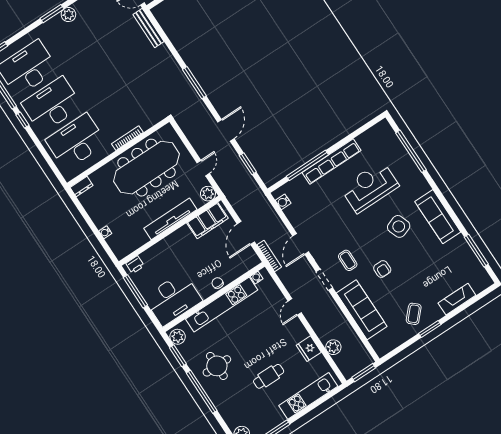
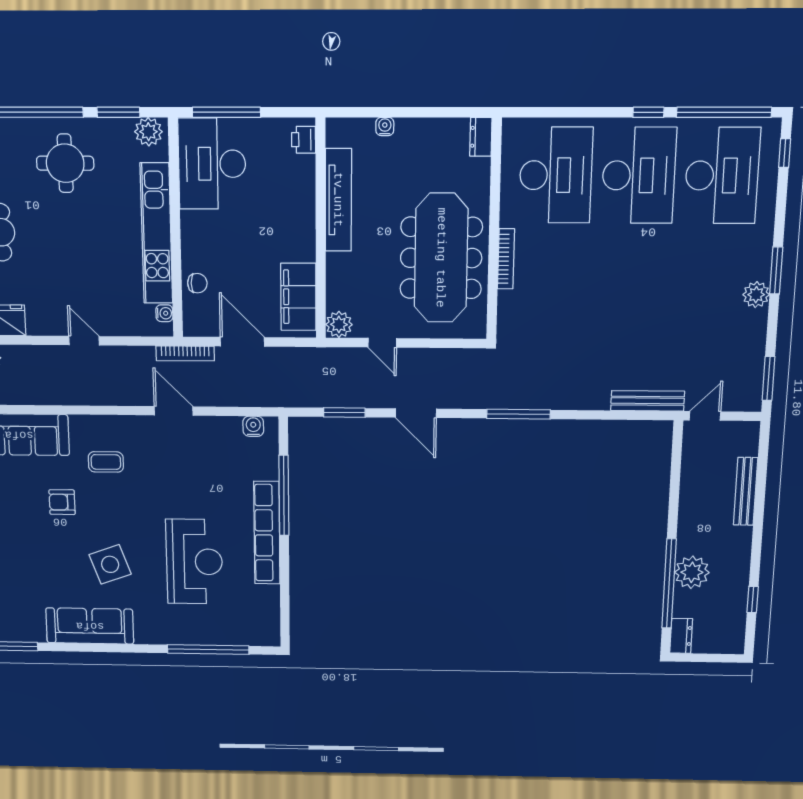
tv unit: (170, 219) -> (338, 200), moved
doorway: (324, 280) -> (98, 410), removed
chair: (218, 283) -> (197, 283), moved
window: (135, 291) -> (226, 112), moved

